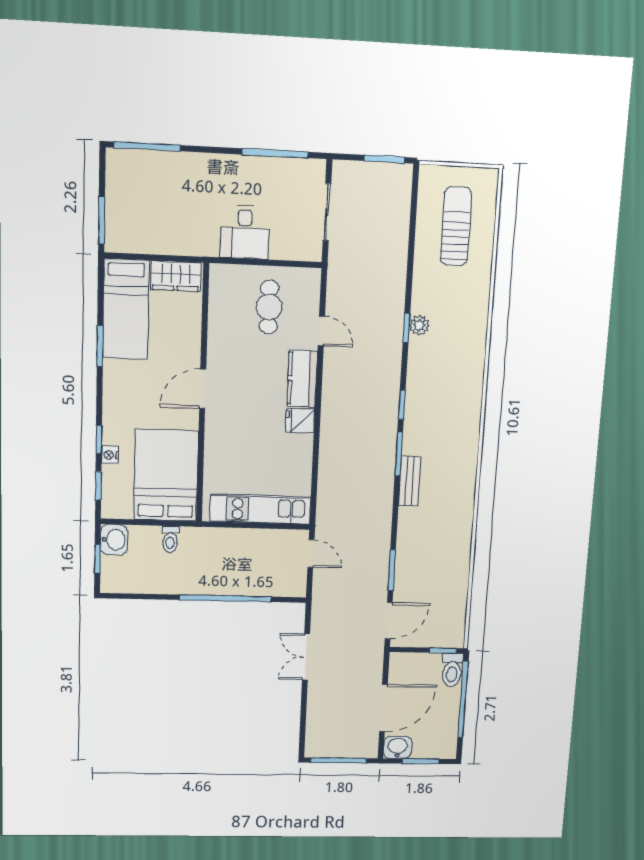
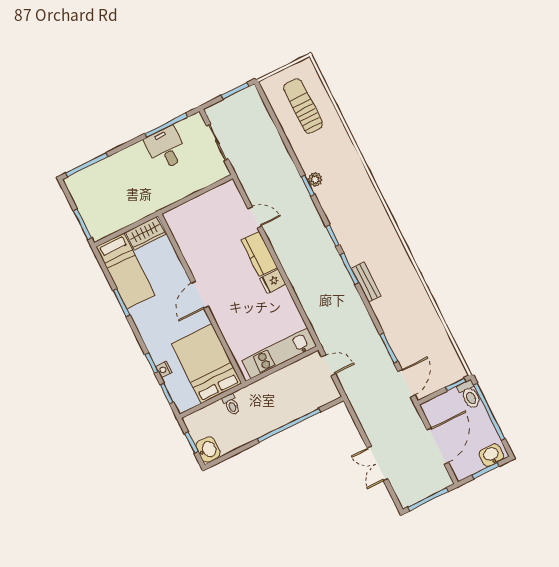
desk: (245, 232) -> (166, 148), moved, turned 180
cafe table: (269, 307) -> (214, 220), removed
washbasin: (114, 540) -> (208, 450), moved
double door: (306, 657) -> (378, 463), moved
washbasin: (398, 747) -> (491, 455), moved

